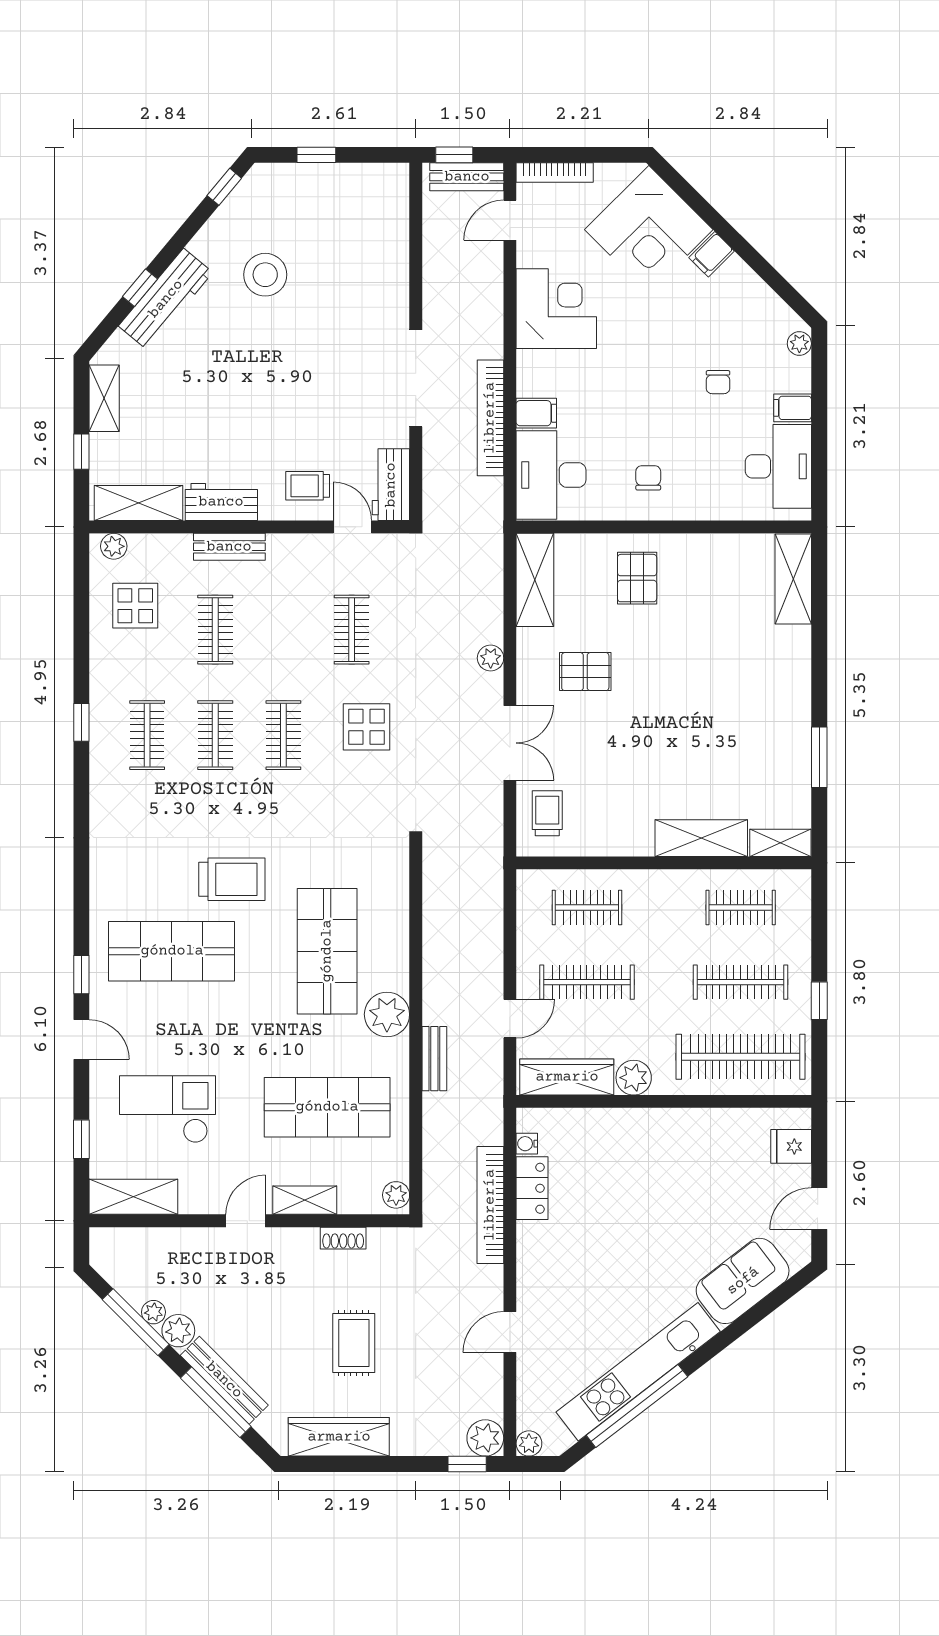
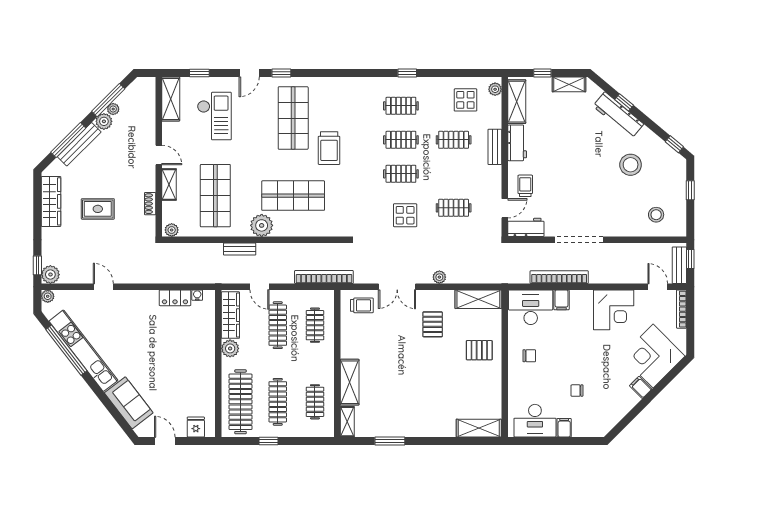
stool: (365, 223) -> (656, 215), added
plant: (799, 344) -> (596, 431), removed
bookcase: (490, 1205) -> (324, 277), moved

